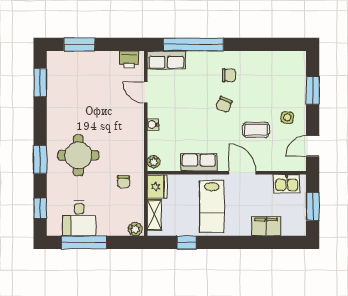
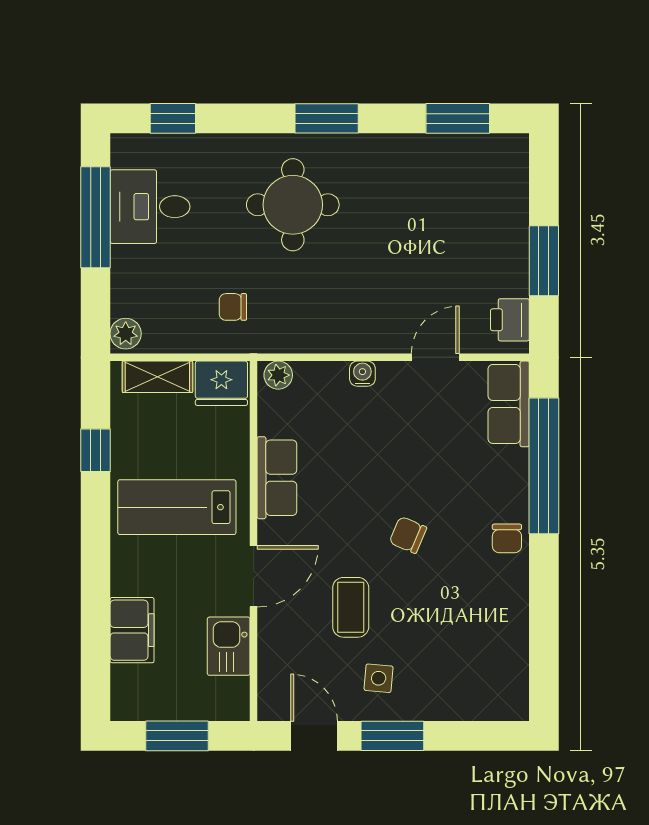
window: (79, 44) -> (544, 261), moved
chair: (229, 75) -> (507, 538), moved
window: (313, 90) -> (392, 736), moved
window: (40, 159) -> (327, 118), moved
kitchen sink: (287, 184) -> (229, 646), moved

